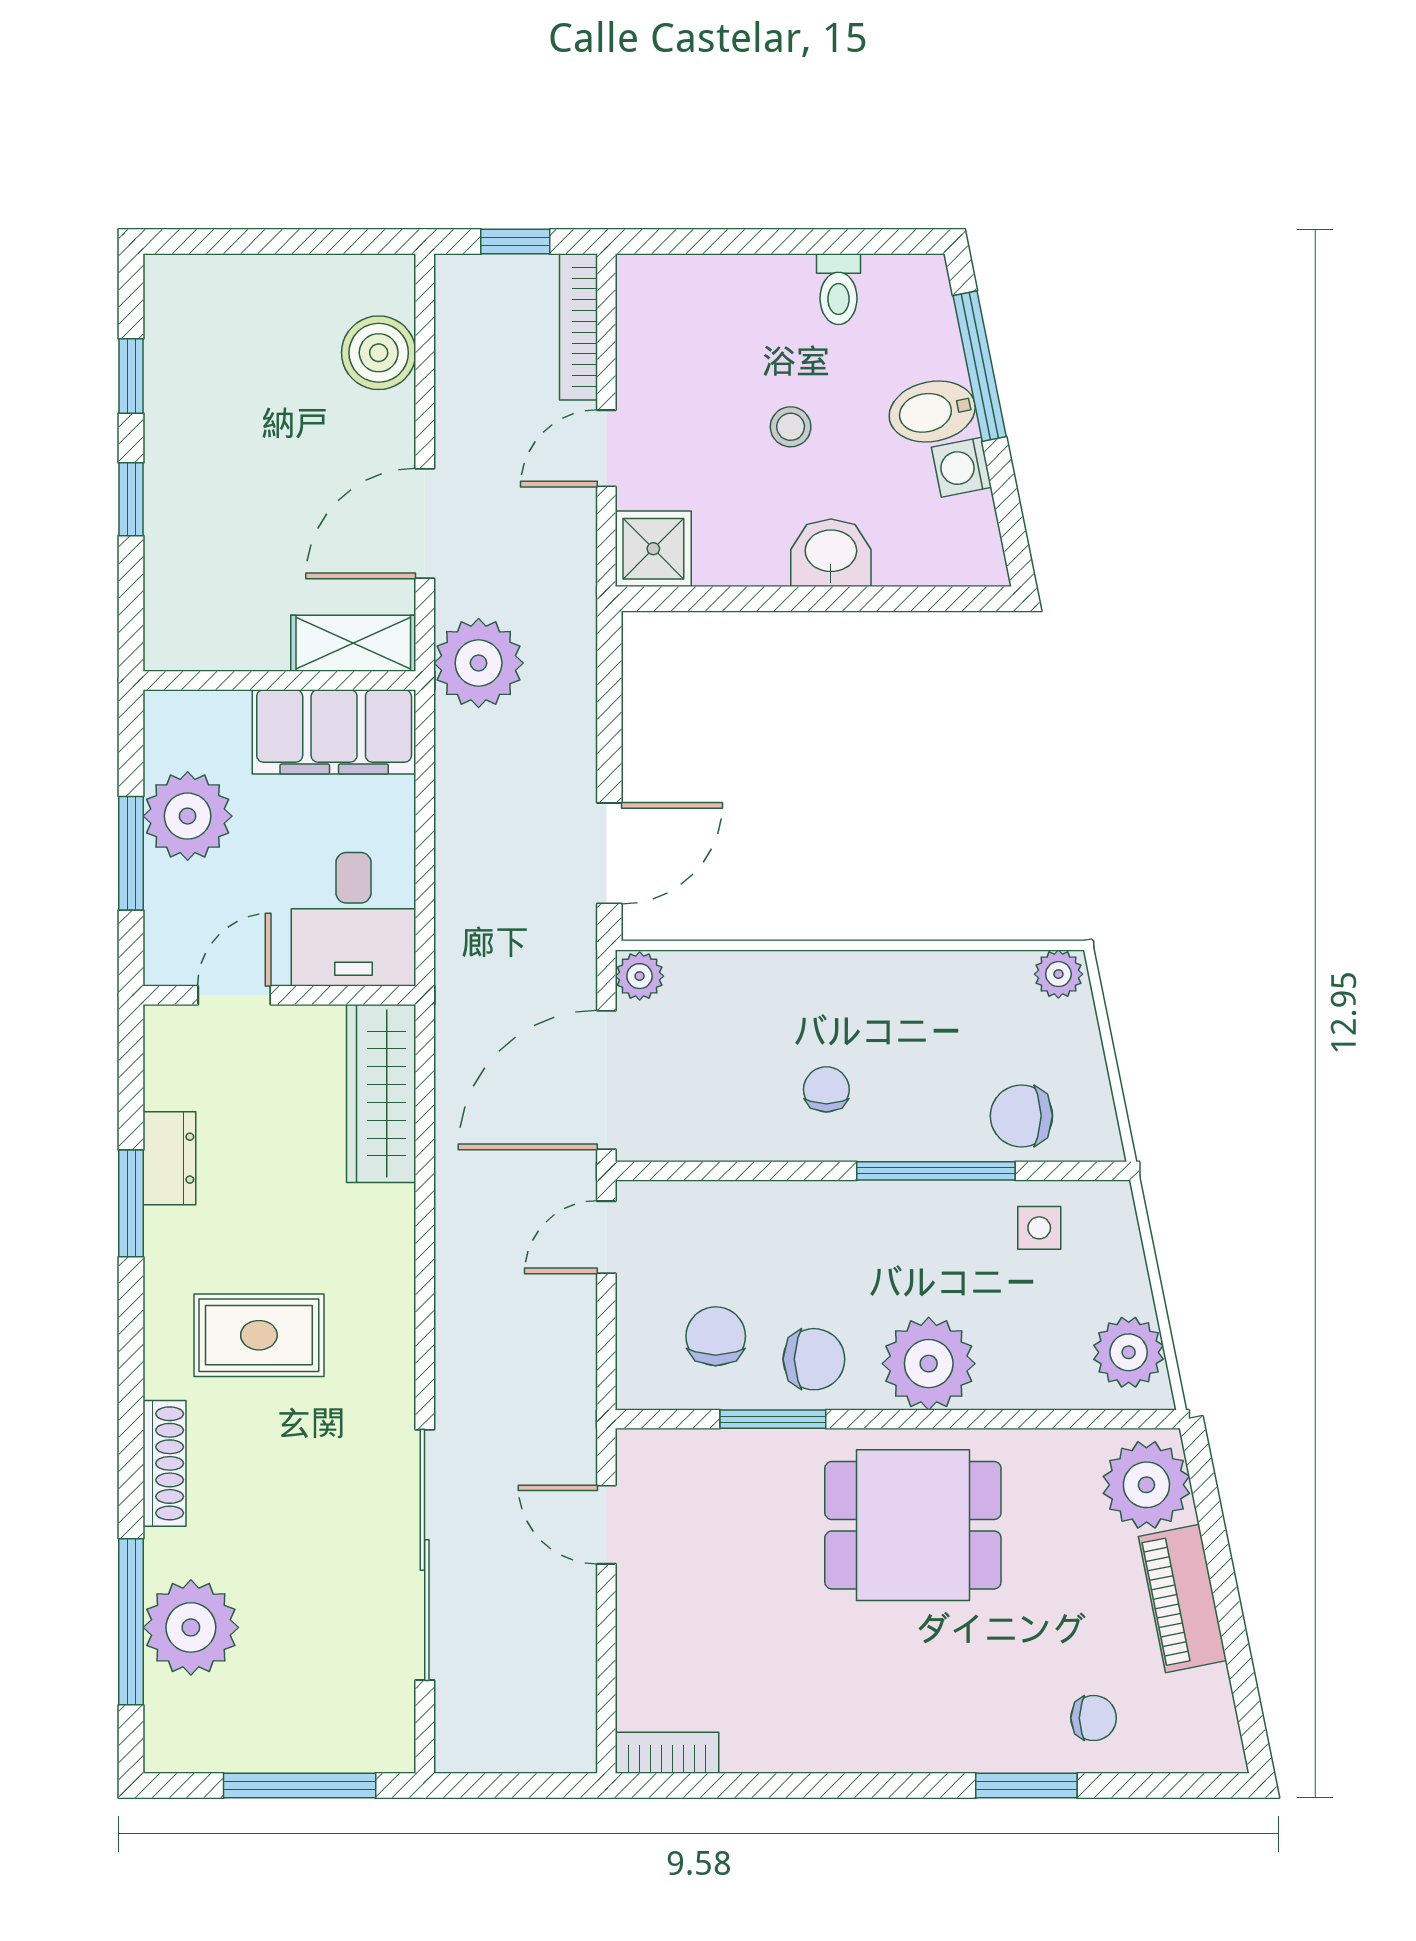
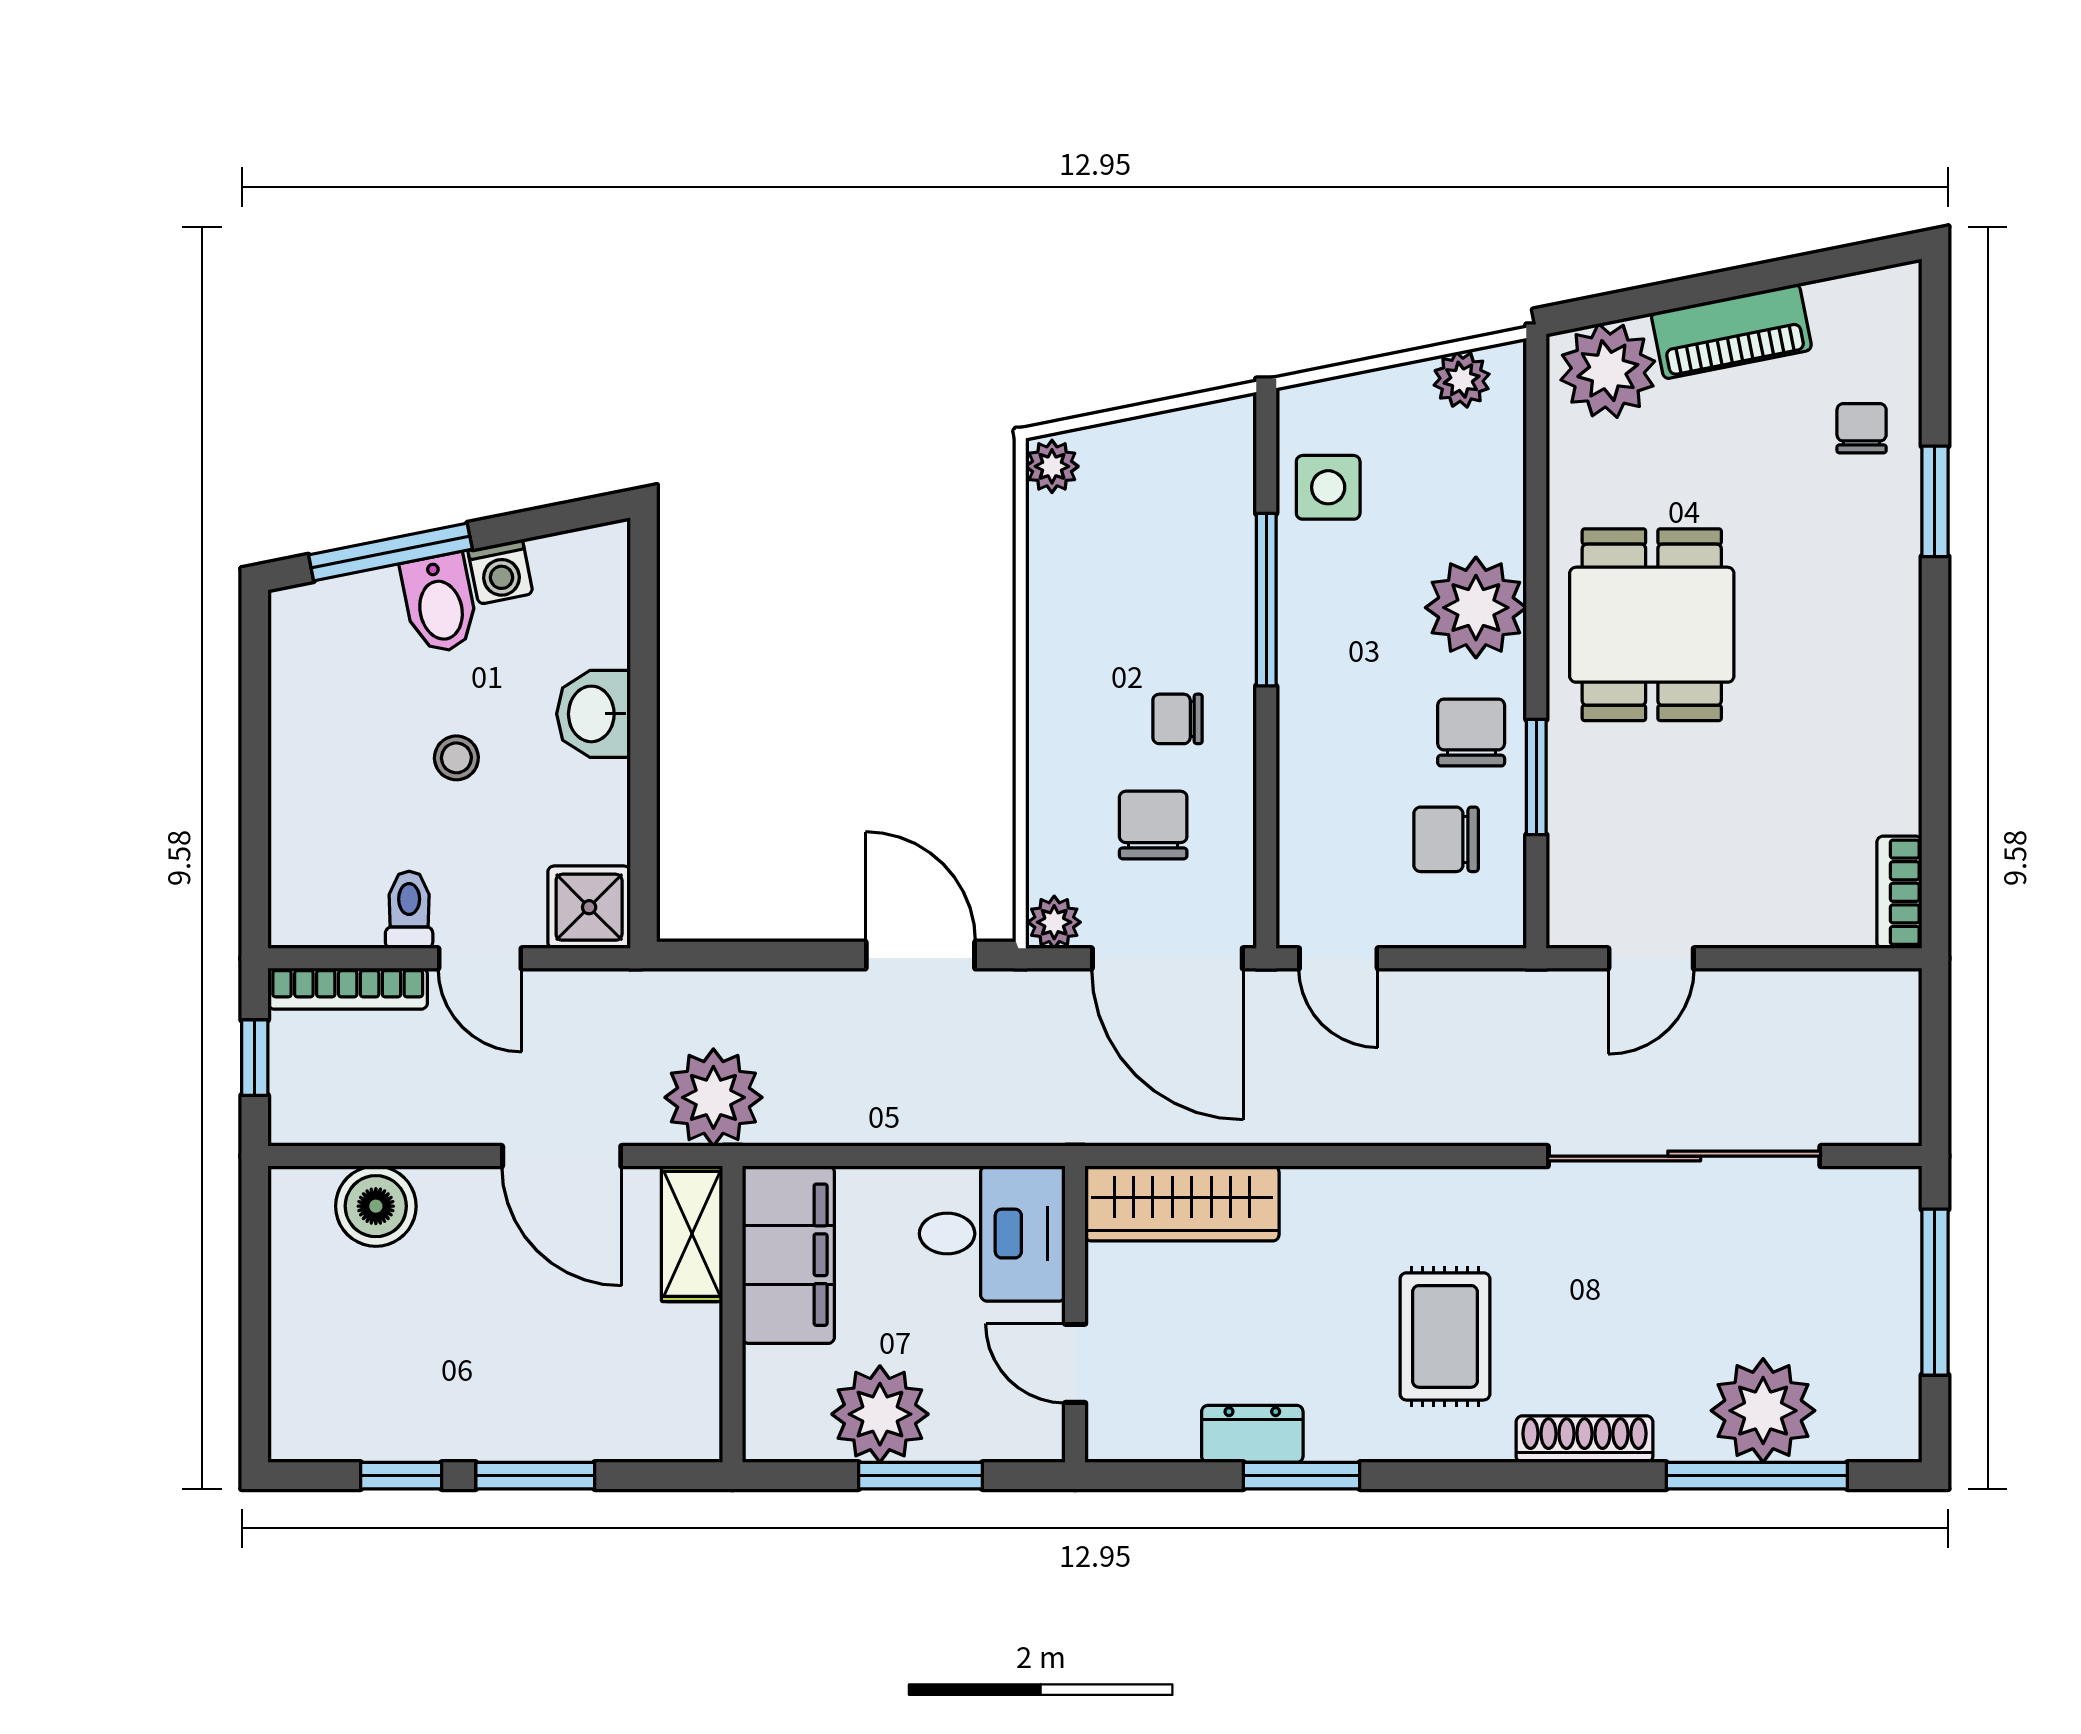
toilet: (838, 289) -> (409, 910), moved, turned -90
window: (131, 499) -> (535, 1476), width x1.50
chair: (1021, 1116) -> (1153, 825), moved, turned 180
side table: (1039, 1228) -> (1328, 487), width x1.37, depth x1.37
plant: (1129, 1352) -> (1462, 380), width x0.73, depth x0.73

